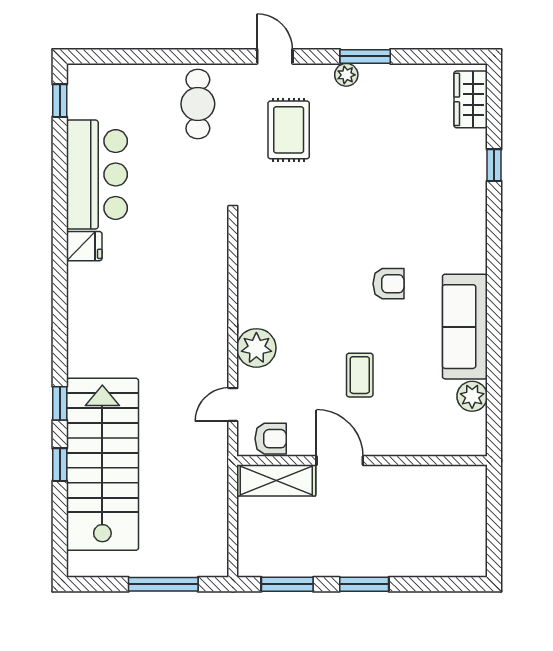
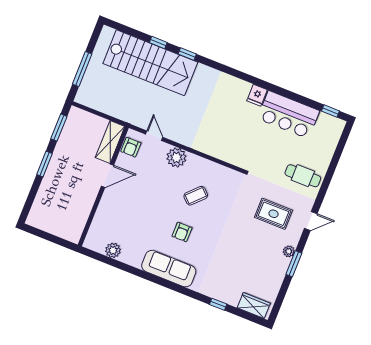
sofa: (465, 327) -> (169, 269), moved
coffee table: (360, 375) -> (196, 196), moved, turned -46

